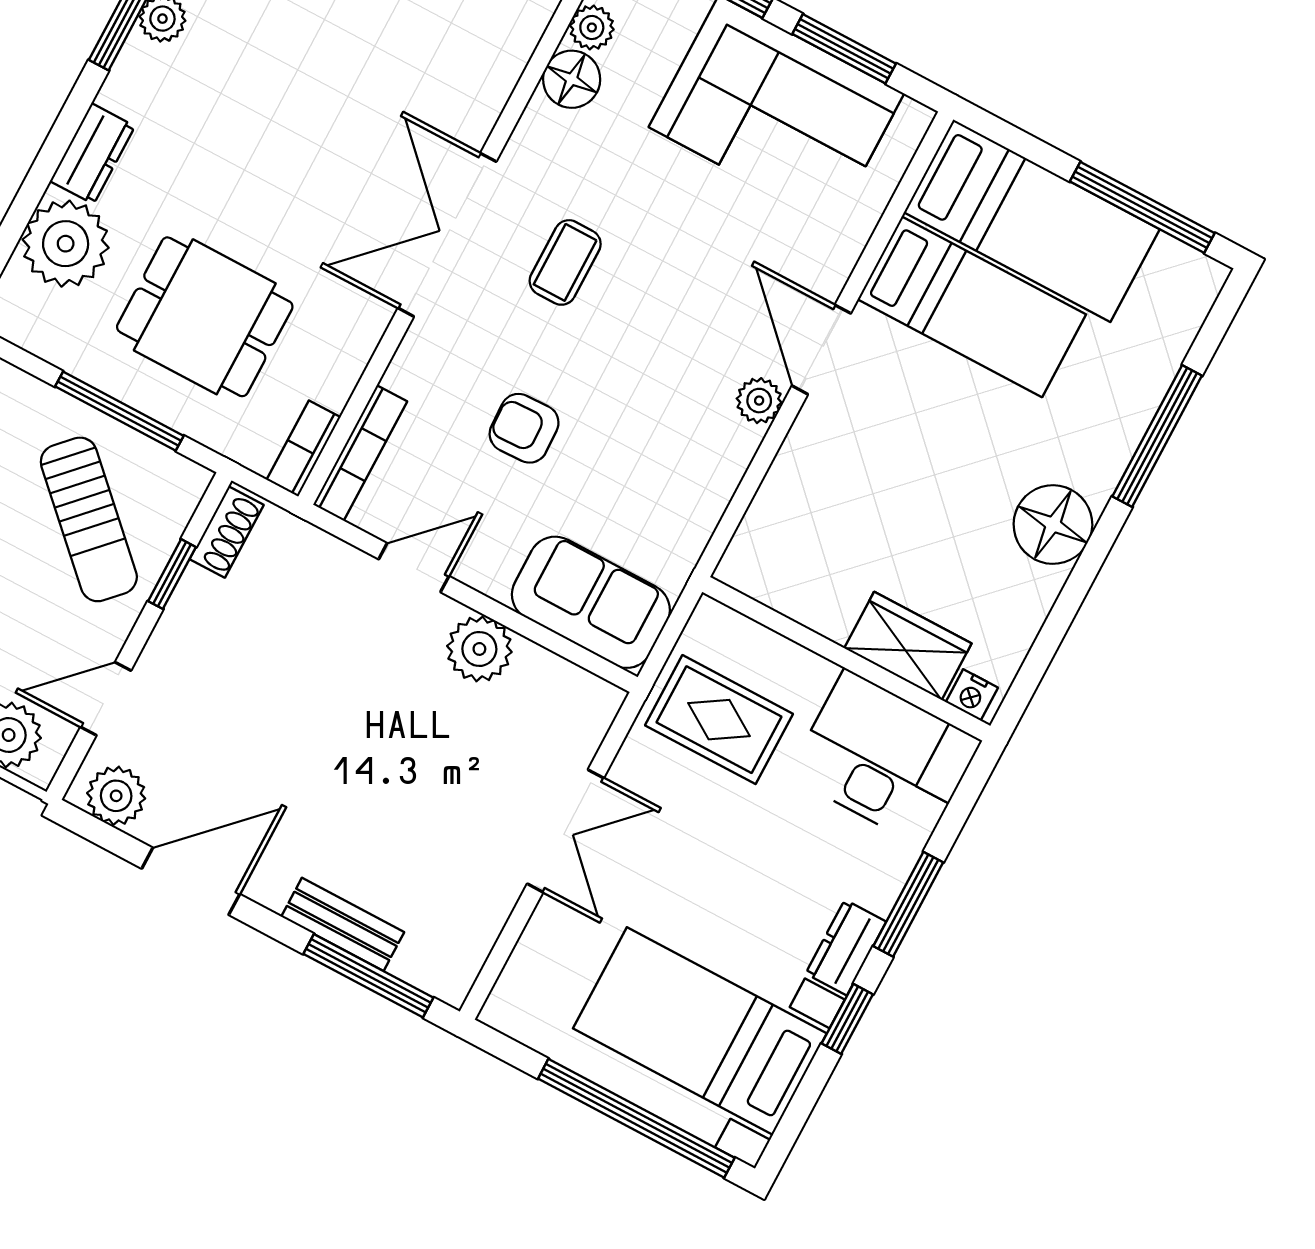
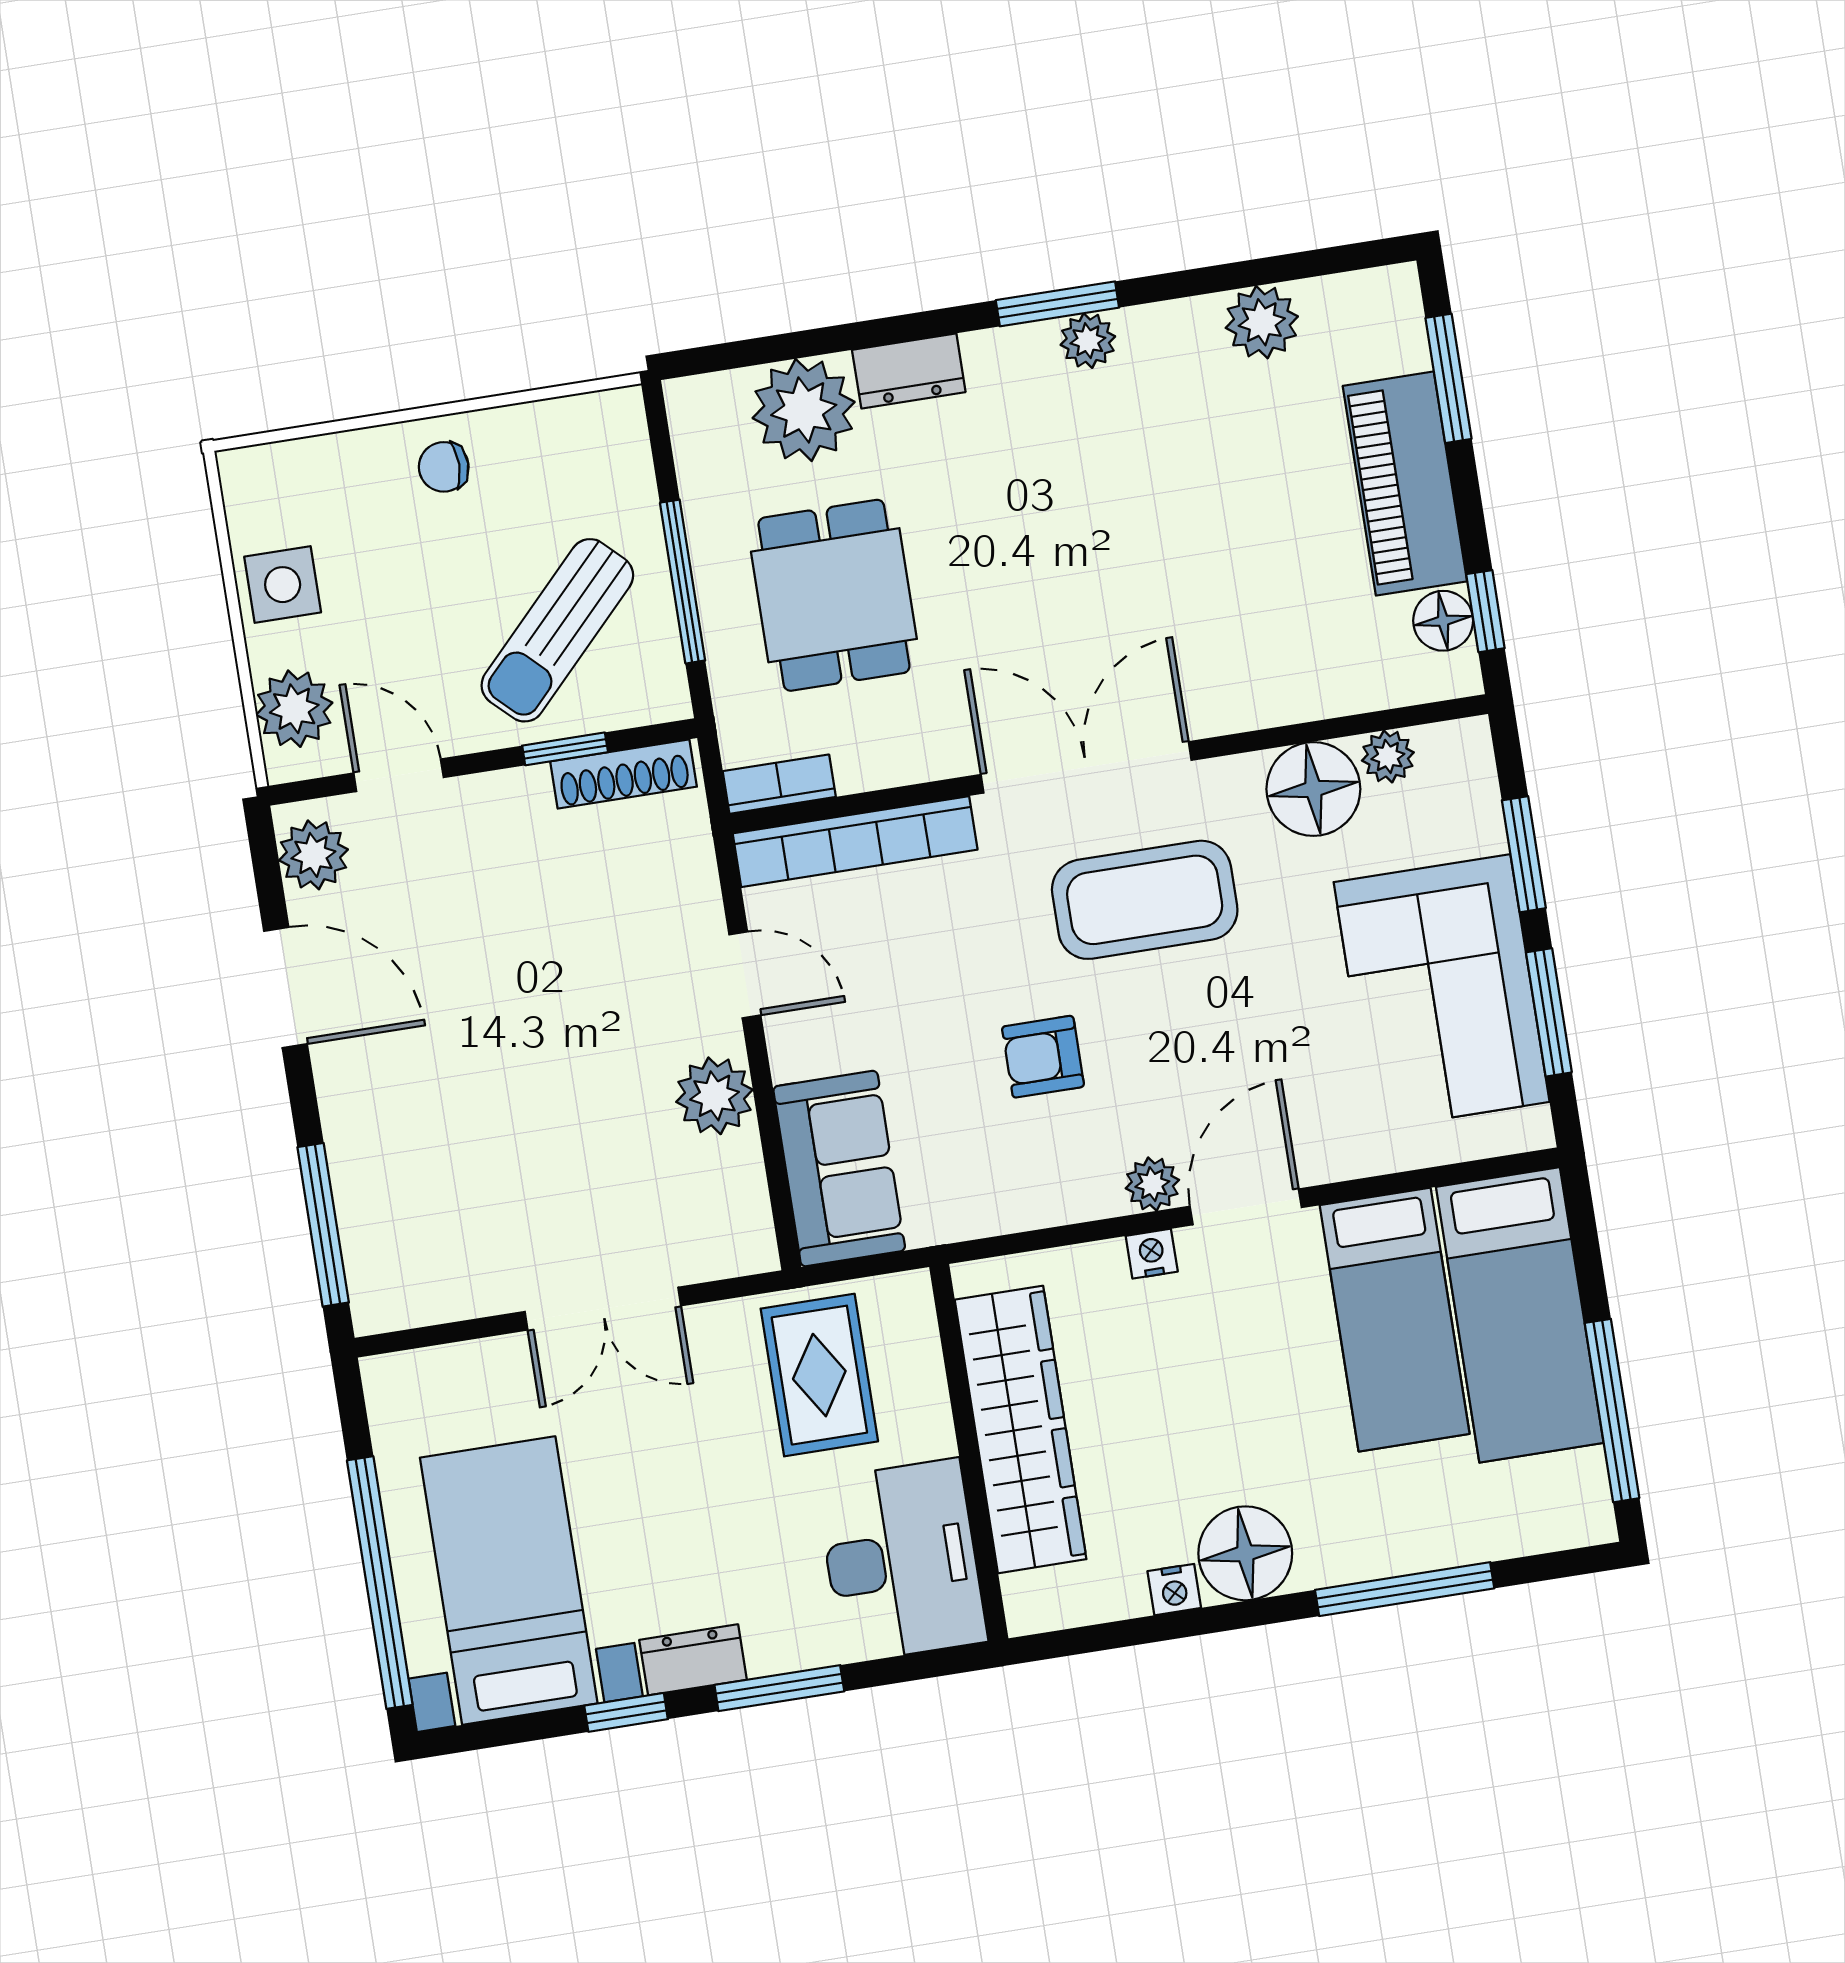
floor lamp: (572, 79) -> (1313, 789), width x1.38, depth x1.38
coffee table: (565, 262) -> (1145, 900), width x1.86, depth x1.72
armchair: (524, 428) -> (1043, 1057), moved, turned -88
nightstand: (805, 436) -> (1152, 1254), added
bookcase: (360, 453) -> (855, 842), width x1.48, depth x1.31
shoe rack: (227, 532) -> (624, 774), width x1.43
wardrobe: (908, 646) -> (1021, 1429), width x2.10, depth x1.17
nightstand: (972, 695) -> (1174, 1590), moved, turned -90
bench: (343, 924) -> (354, 1163), removed

